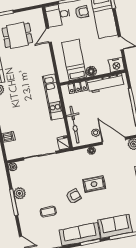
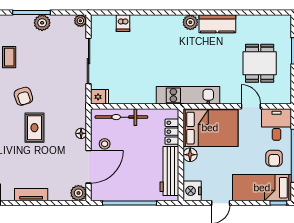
bed: (74, 60) -> (210, 128), width x1.50
kitchen unit: (53, 97) -> (188, 95), moved

